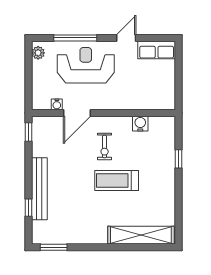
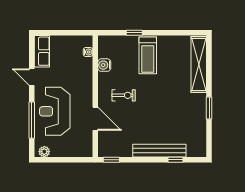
water cooler: (57, 104) -> (88, 52), moved
treadmill: (117, 181) -> (148, 55), moved
window: (54, 247) -> (209, 108), moved

